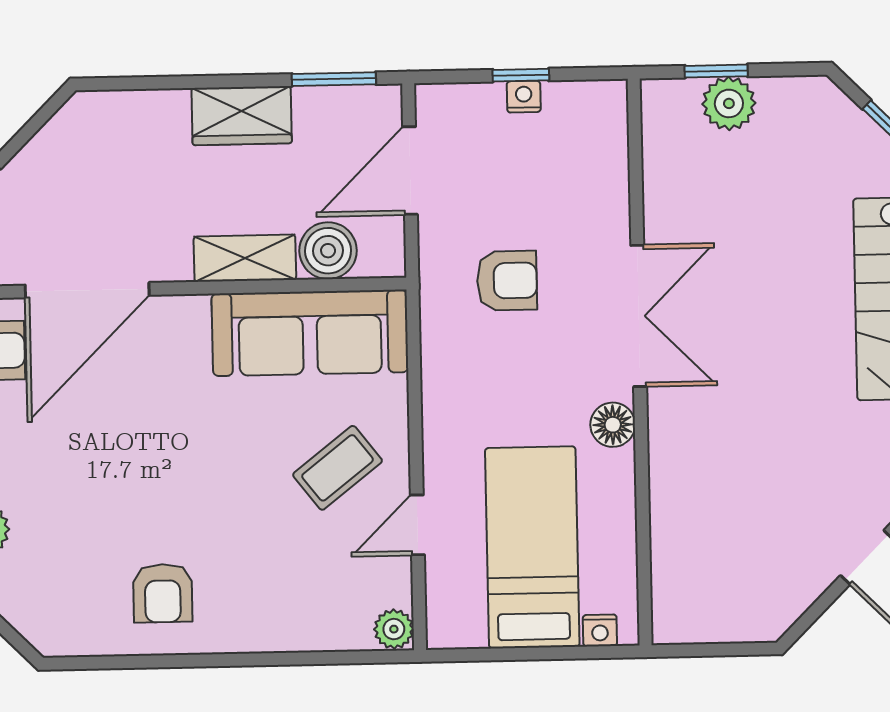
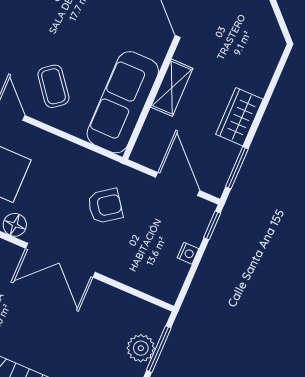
window: (716, 71) -> (159, 349), width x1.50
window: (521, 75) -> (212, 225), moved
boiler: (328, 251) -> (158, 128), removed
armchair: (507, 281) -> (105, 206), turned -126

